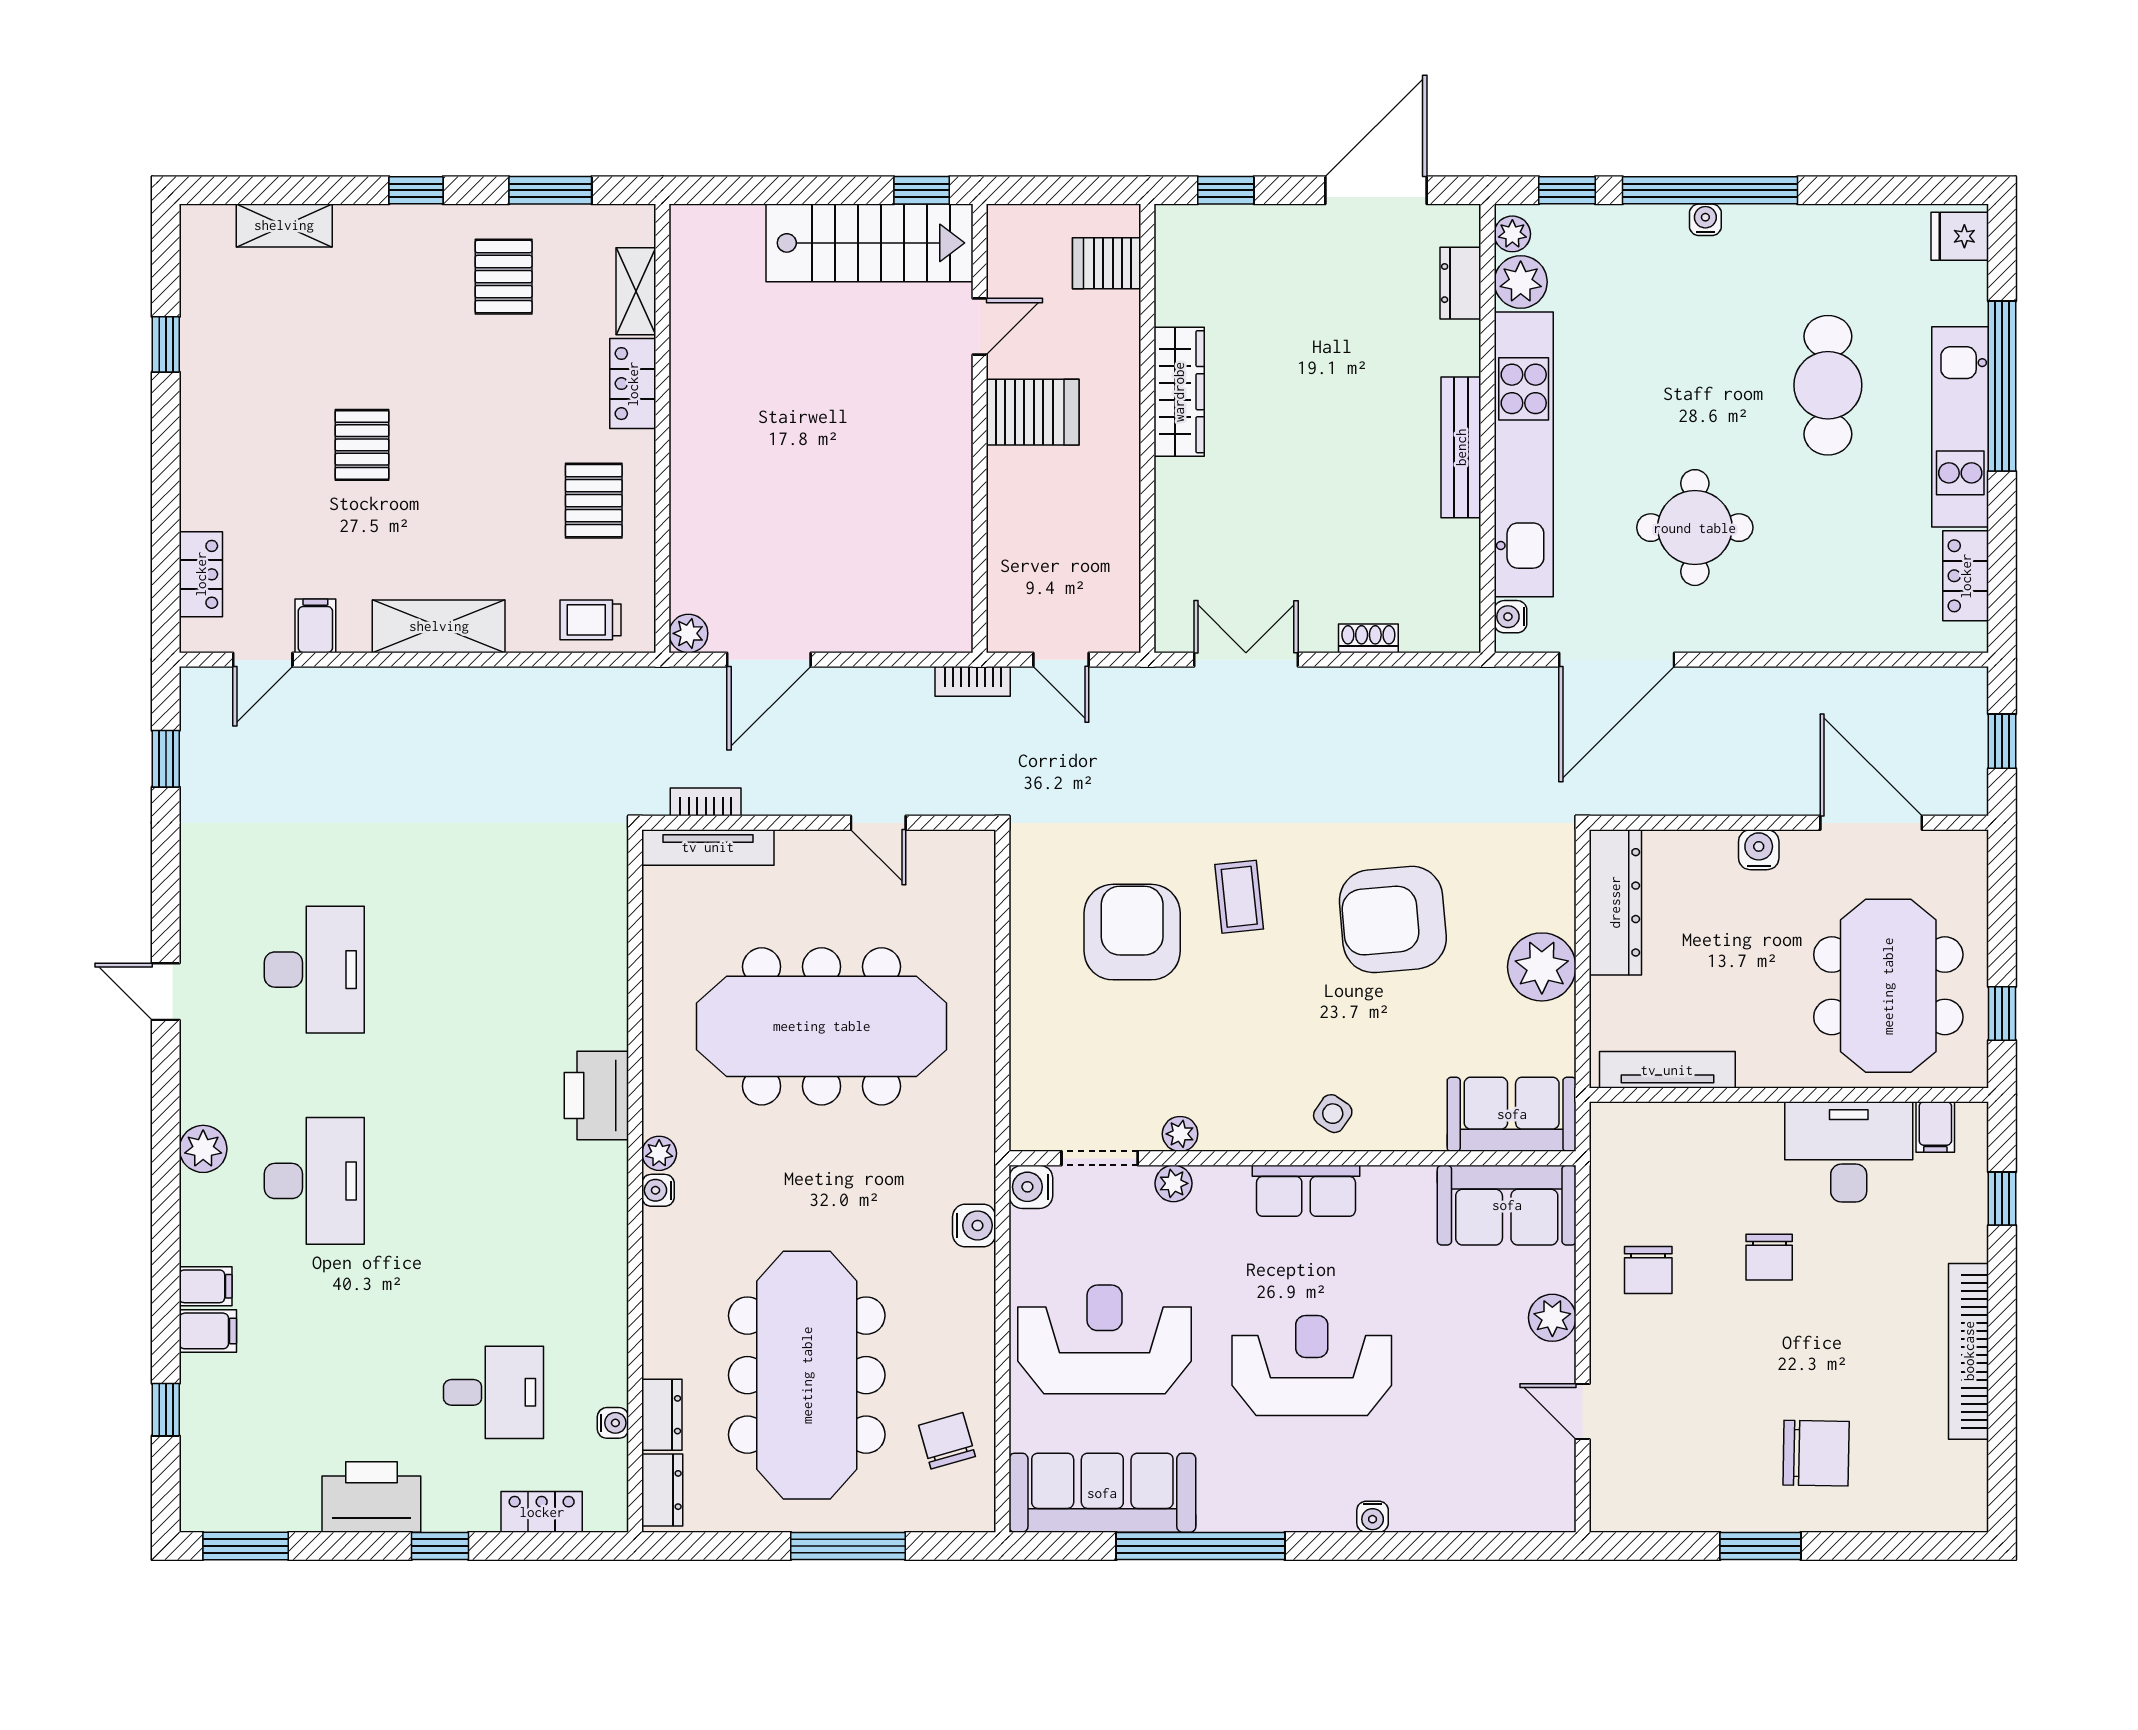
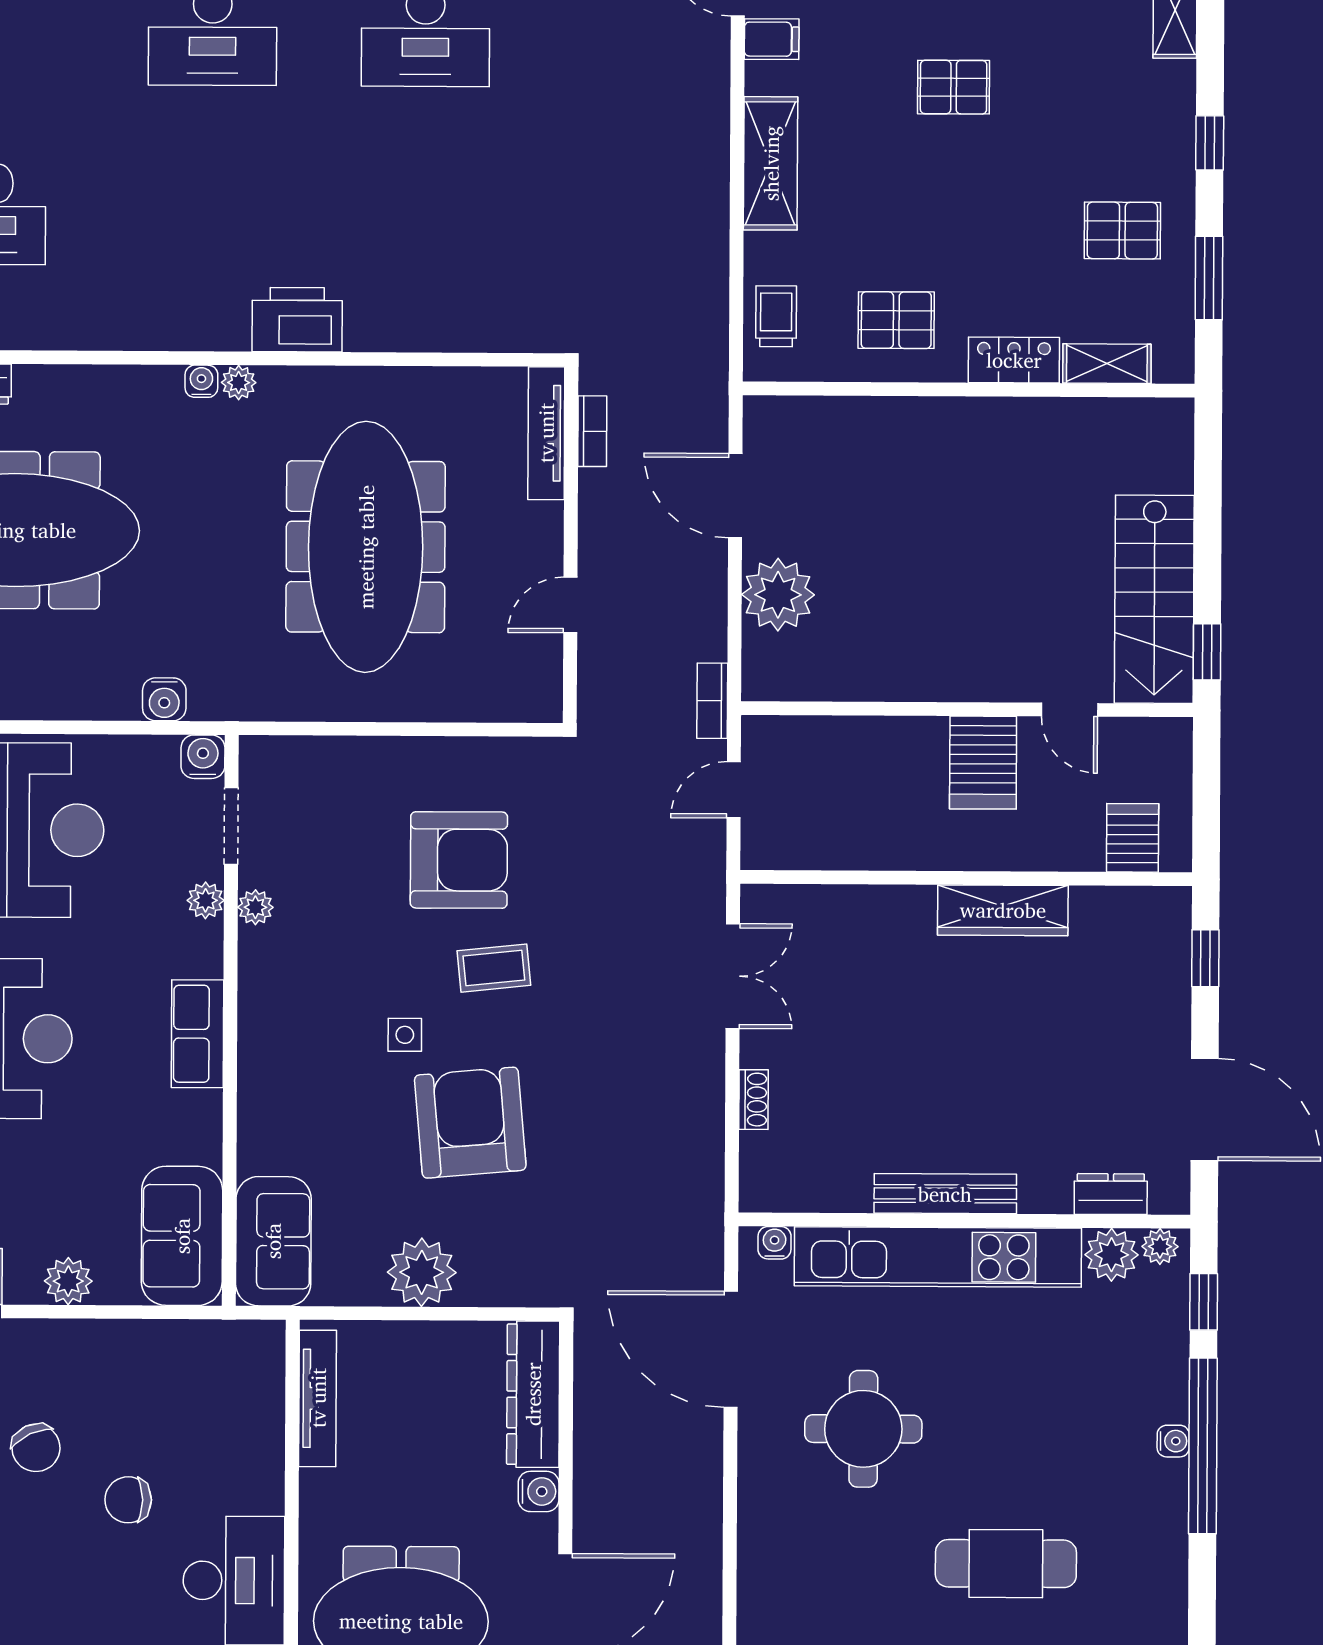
plant: (688, 633) -> (778, 595), moved, width x1.88, depth x1.88
dresser: (1615, 902) -> (533, 1394), moved, turned 90
side table: (1333, 1114) -> (405, 1035), moved, turned -34
chair: (1648, 1270) -> (36, 1448), moved, turned -115

